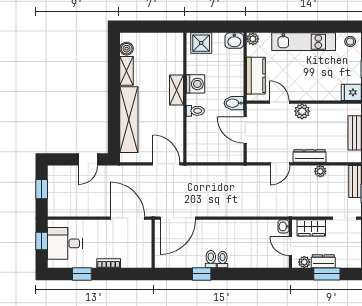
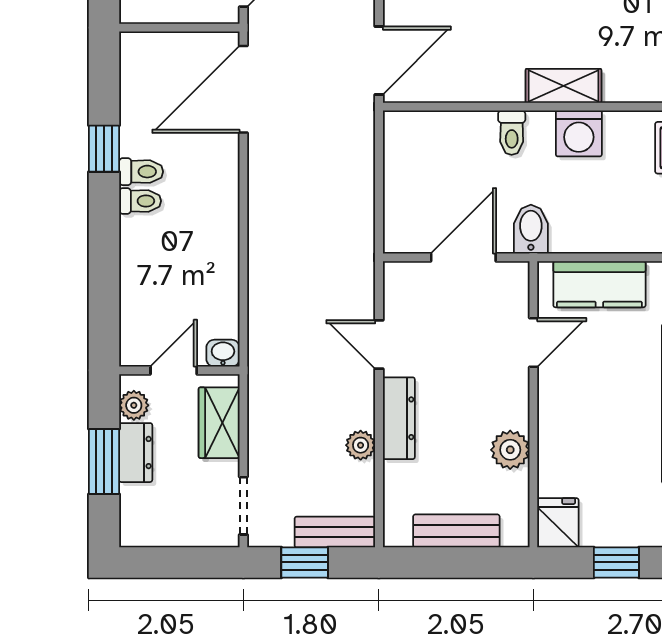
plant: (302, 111) -> (510, 450), moved
door: (178, 218) -> (243, 89), hinge flipped

